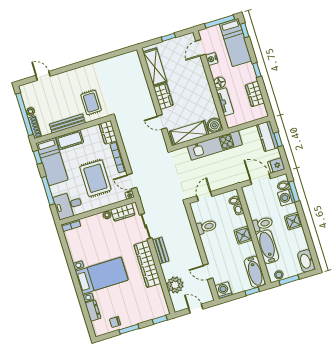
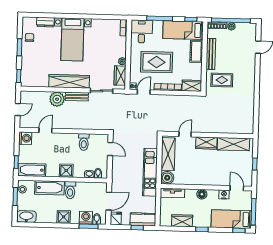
tv unit: (225, 102) -> (172, 193), moved
plant: (175, 285) -> (57, 99), moved

